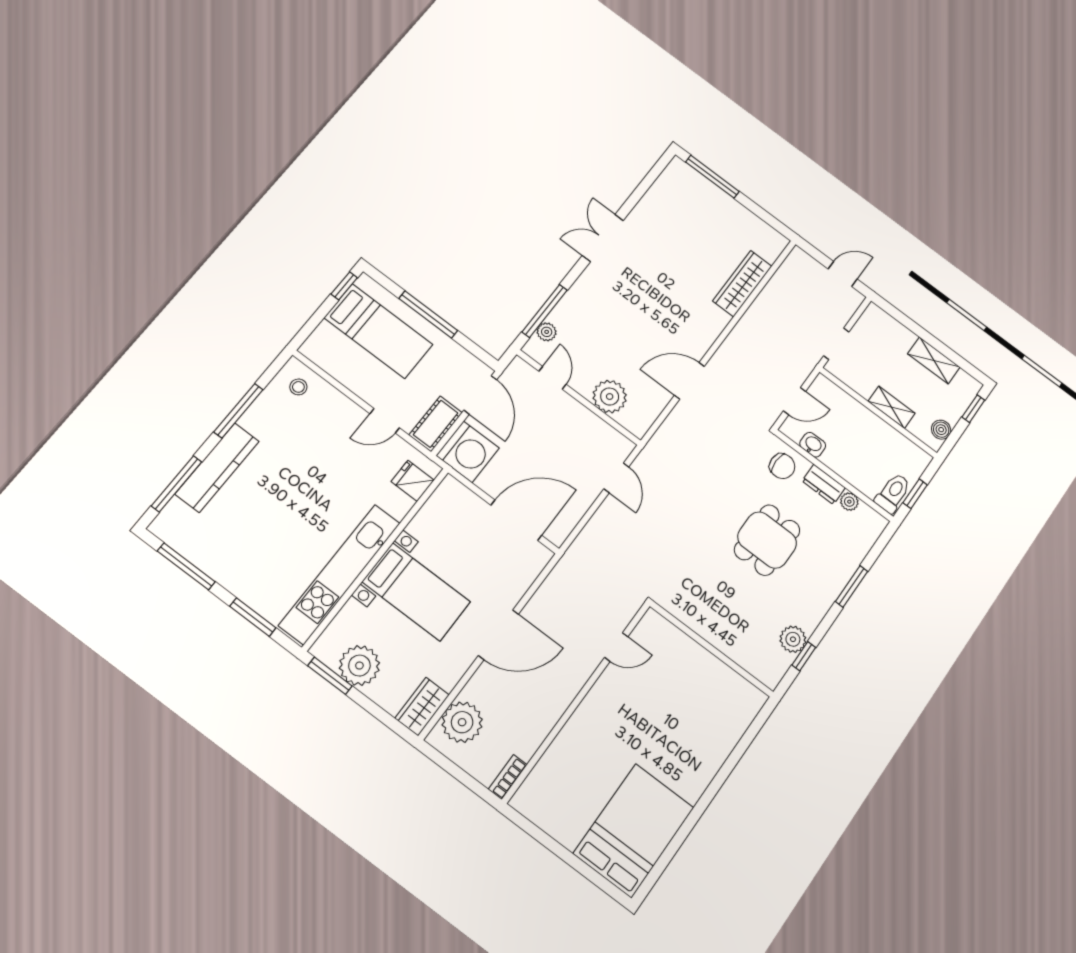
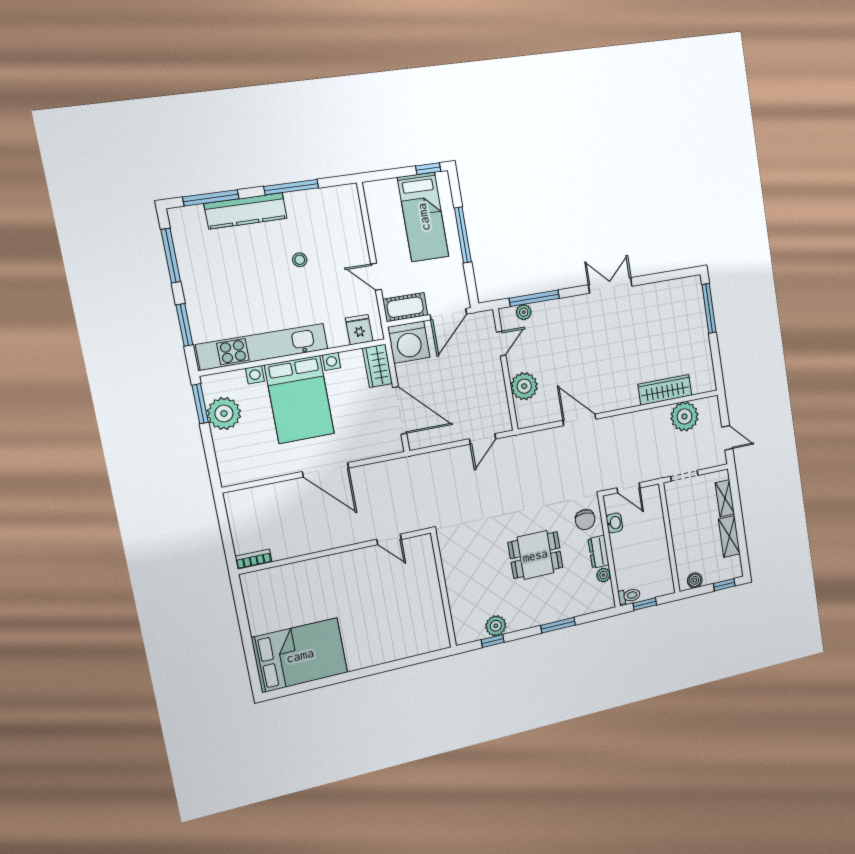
stool: (298, 387) -> (300, 260), moved
shelving: (892, 407) -> (725, 498), moved
toilet: (893, 493) -> (629, 596), width x0.73, depth x0.72
bed with nightstands: (416, 592) -> (299, 400), width x1.36
wardrobe: (422, 706) -> (378, 366), moved, turned -90
plant: (462, 722) -> (685, 416), moved

